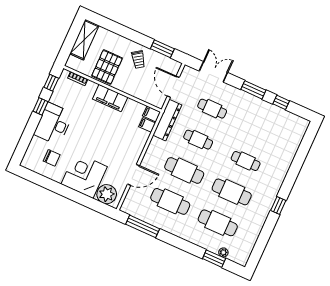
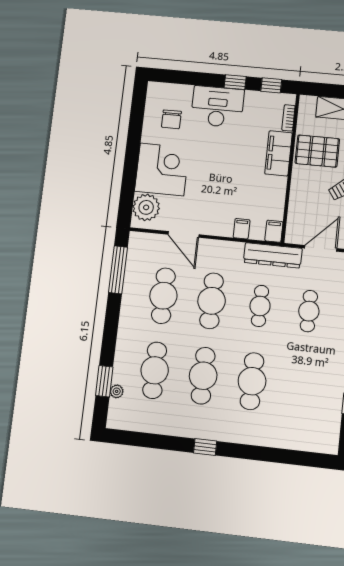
filing cabinet: (110, 98) -> (278, 153), moved
filing cabinet: (147, 125) -> (242, 229), moved
cafe table: (246, 161) -> (252, 381), width x1.37, depth x1.35

